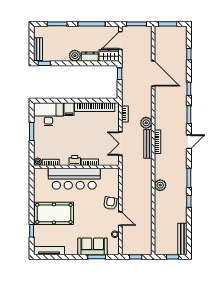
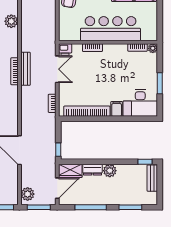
plant: (146, 123) -> (28, 194), moved
printer: (75, 161) -> (65, 50), moved

